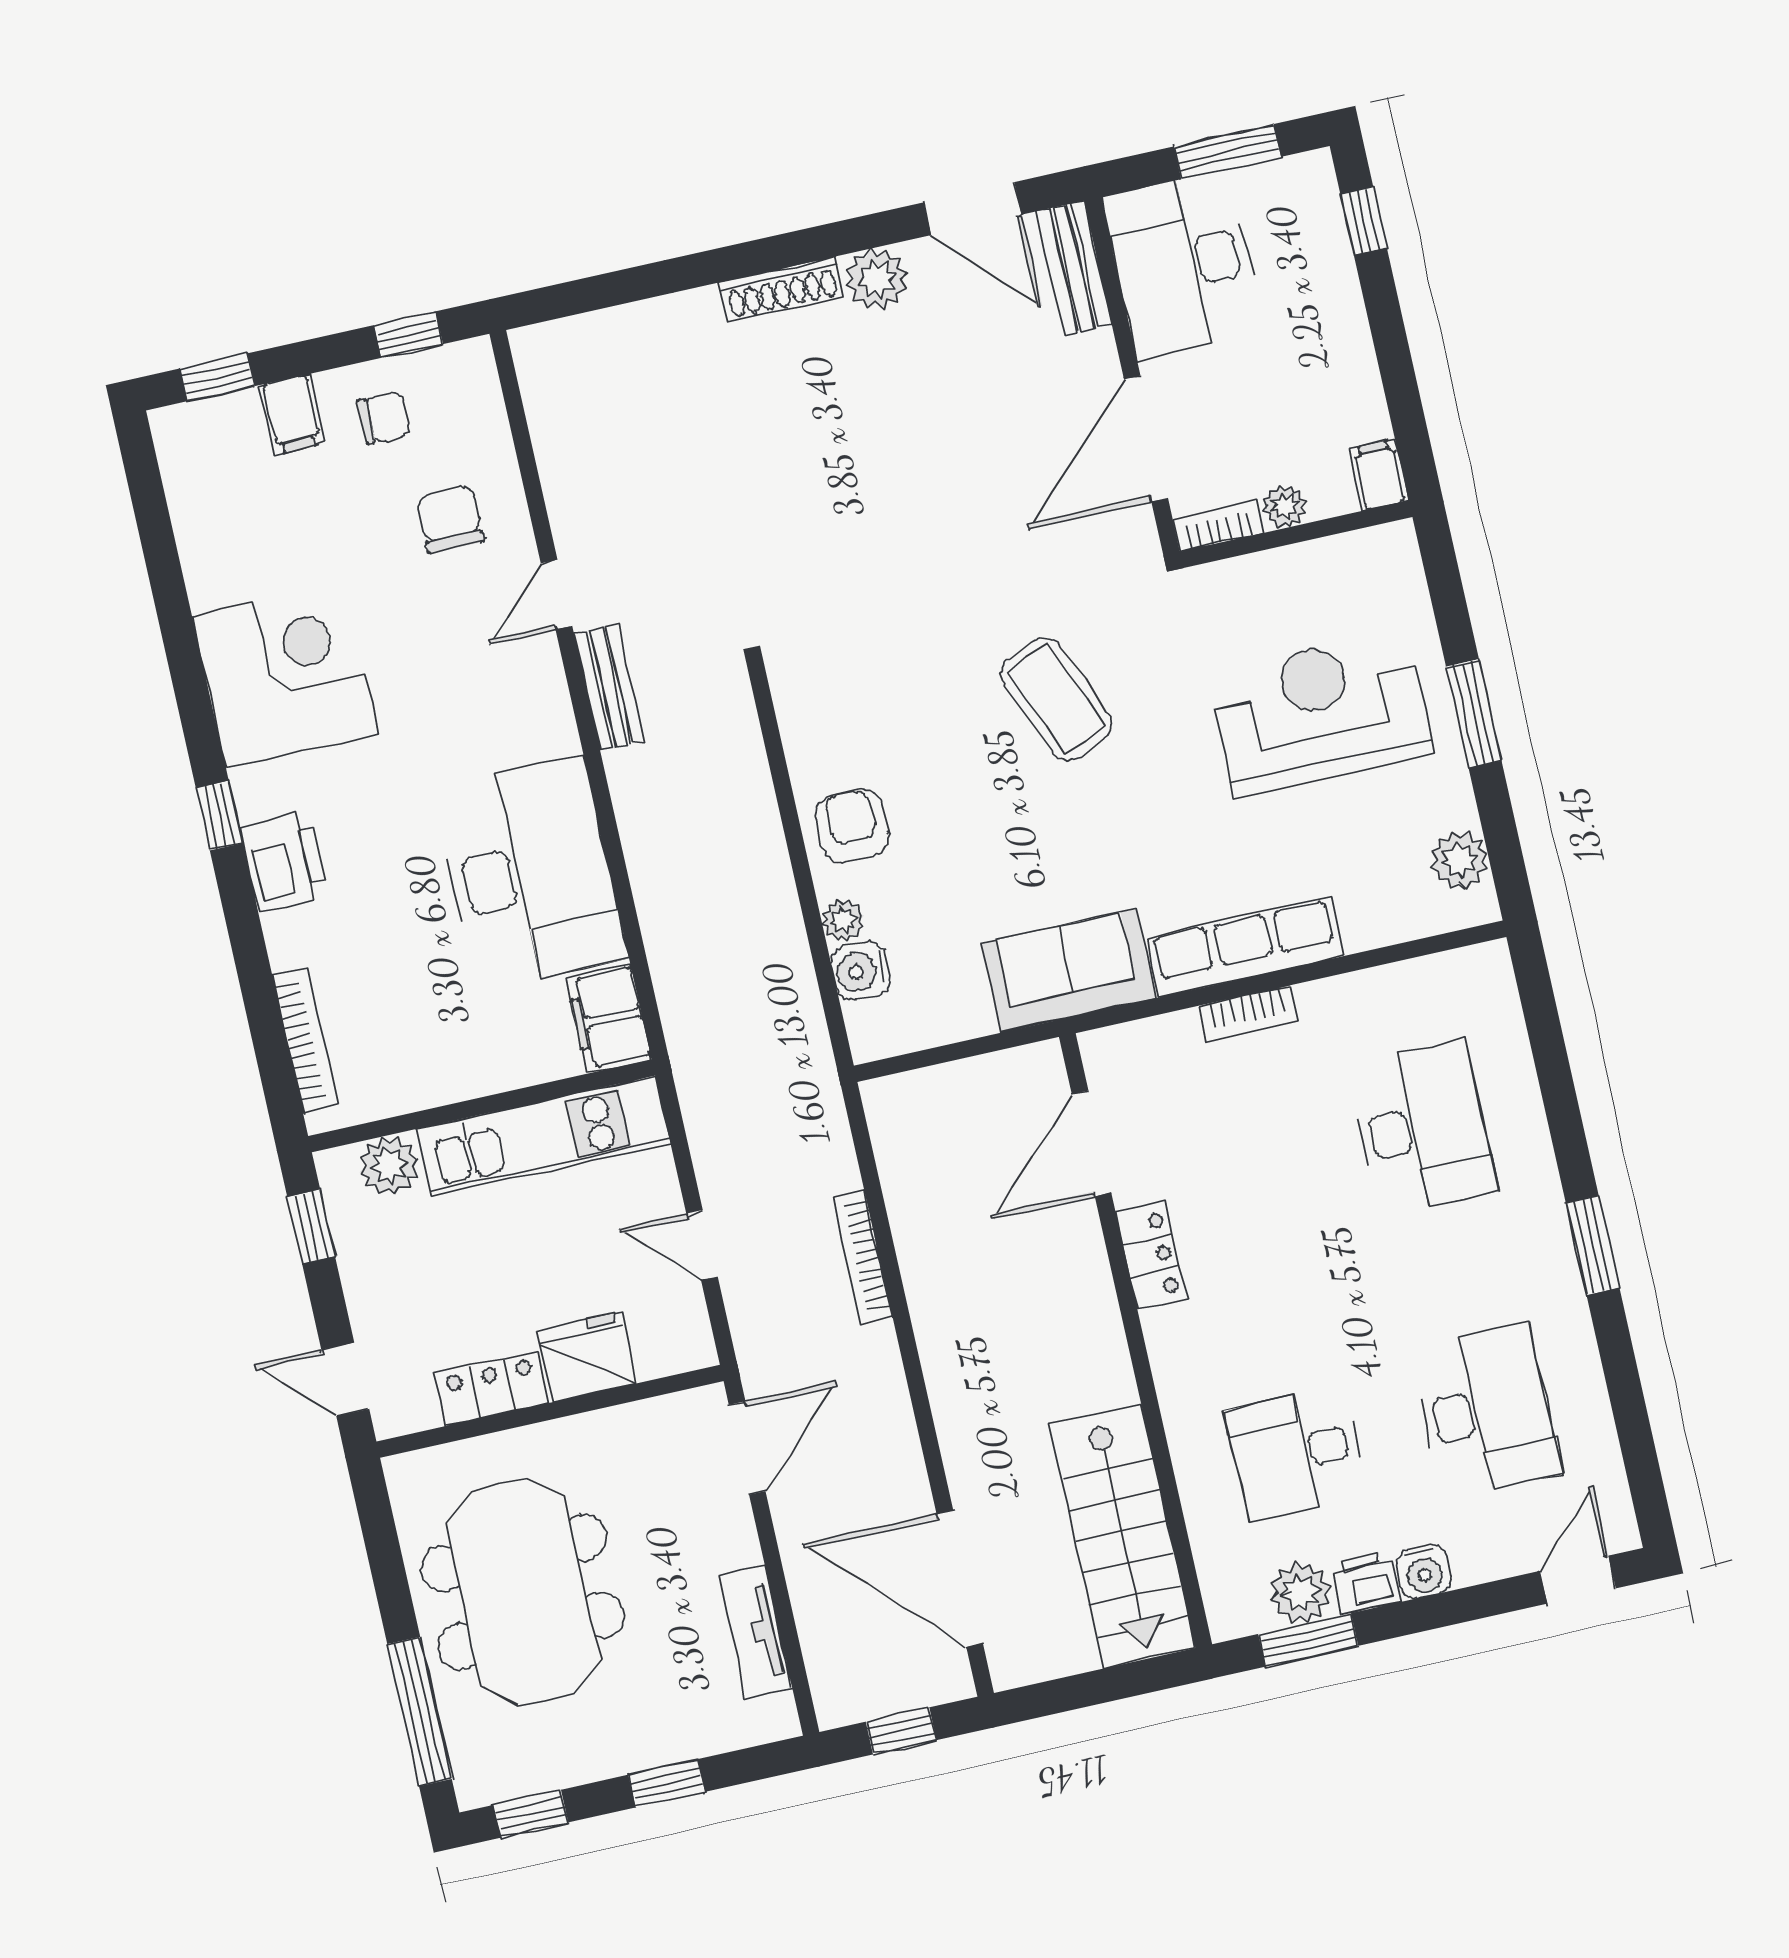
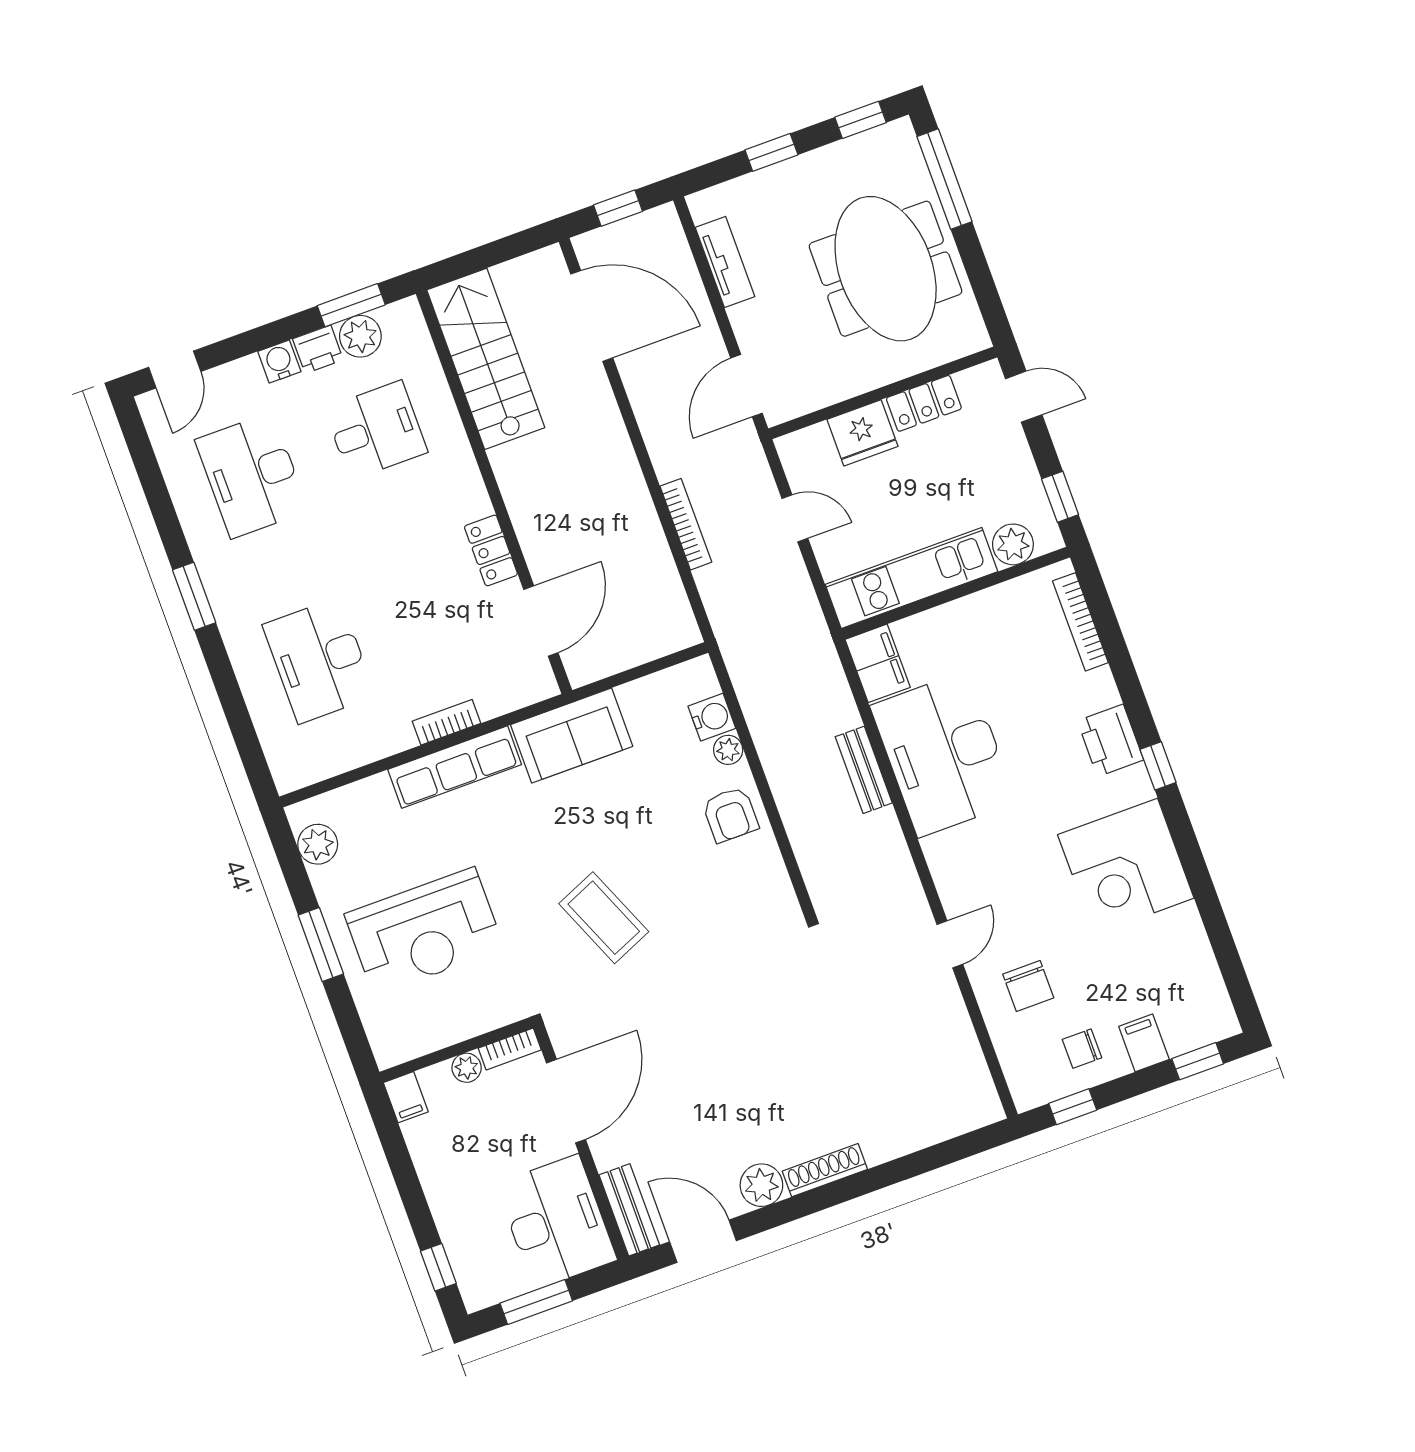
bench: (609, 687) -> (864, 770), moved

